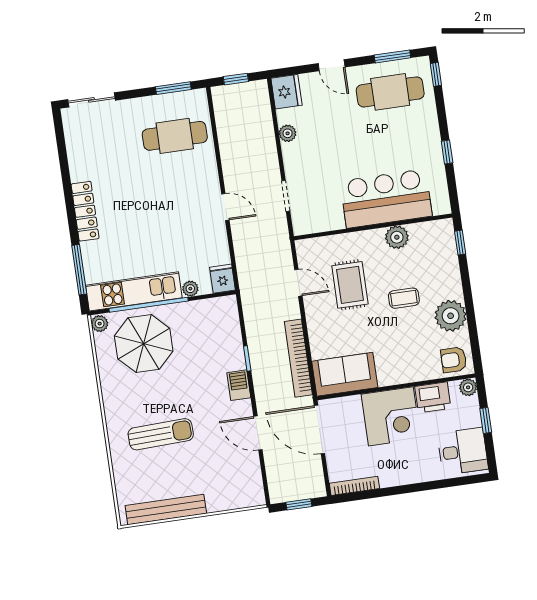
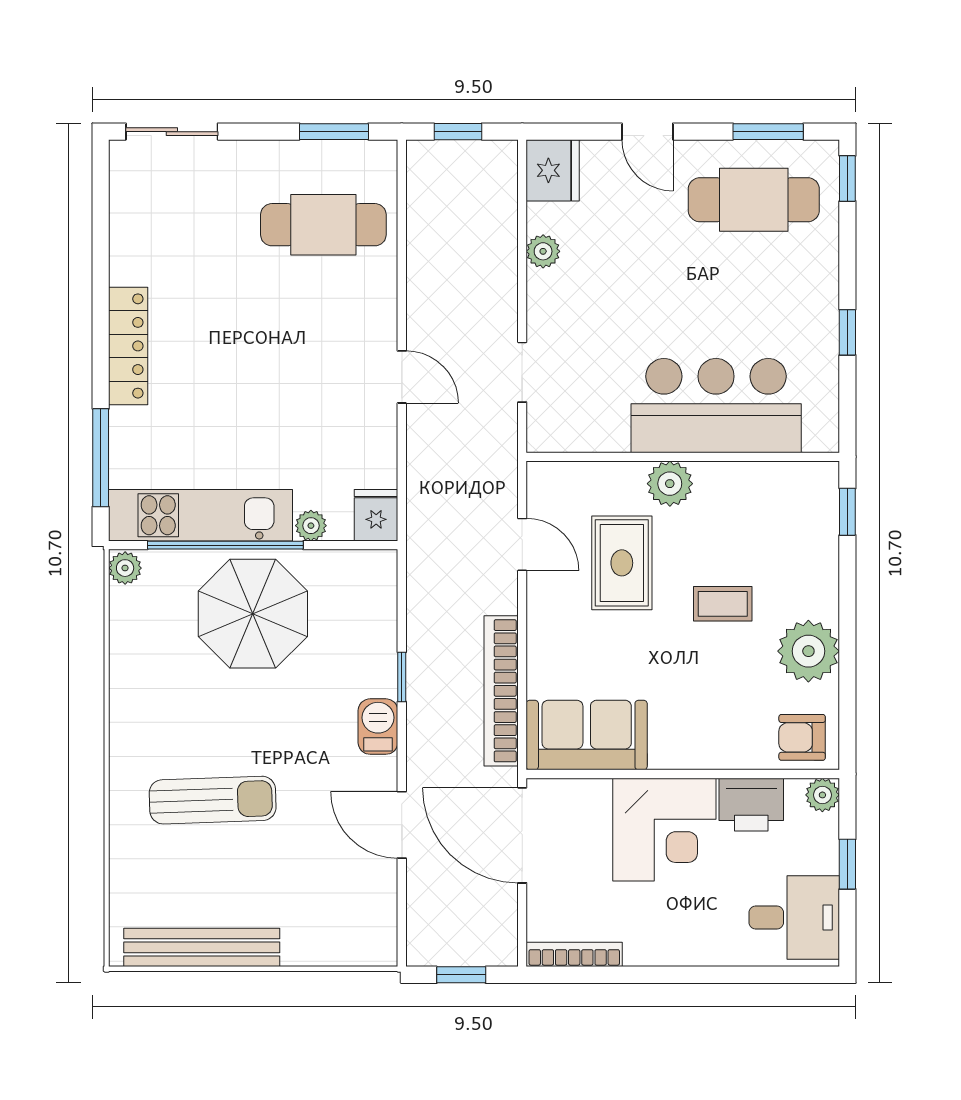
plant: (397, 237) -> (670, 484), moved
parasol: (144, 344) -> (253, 614), moved

